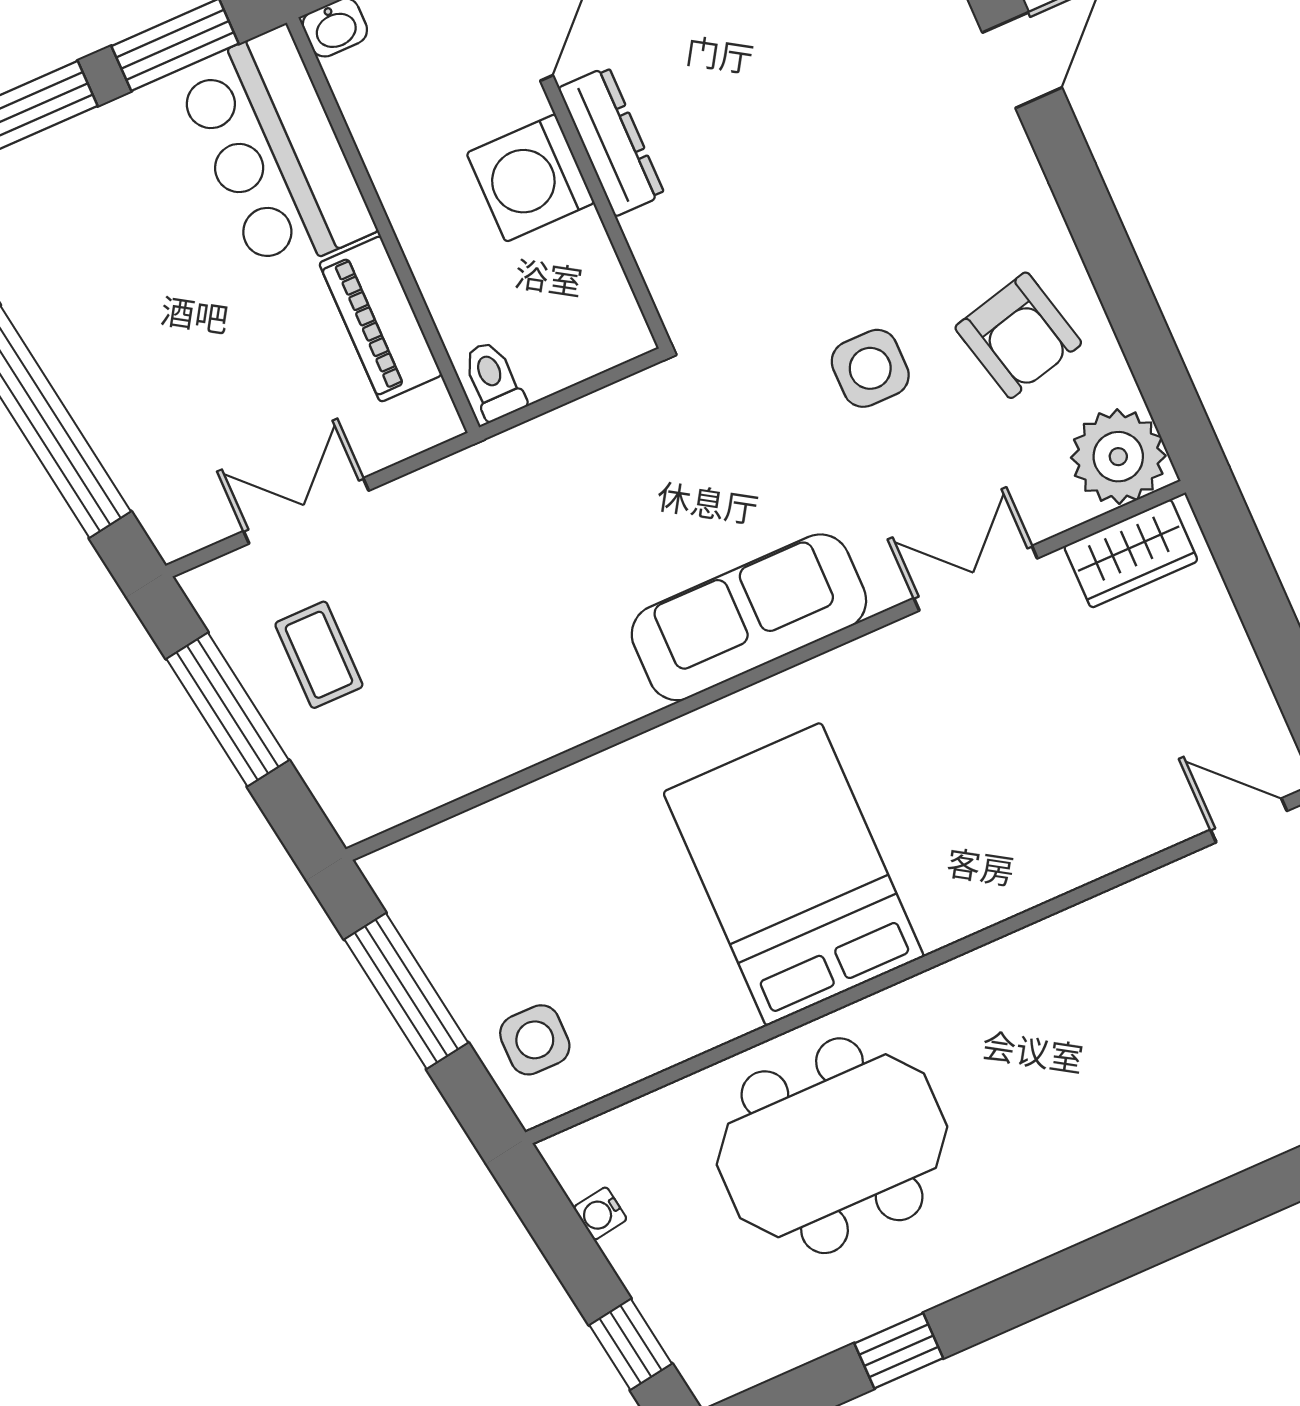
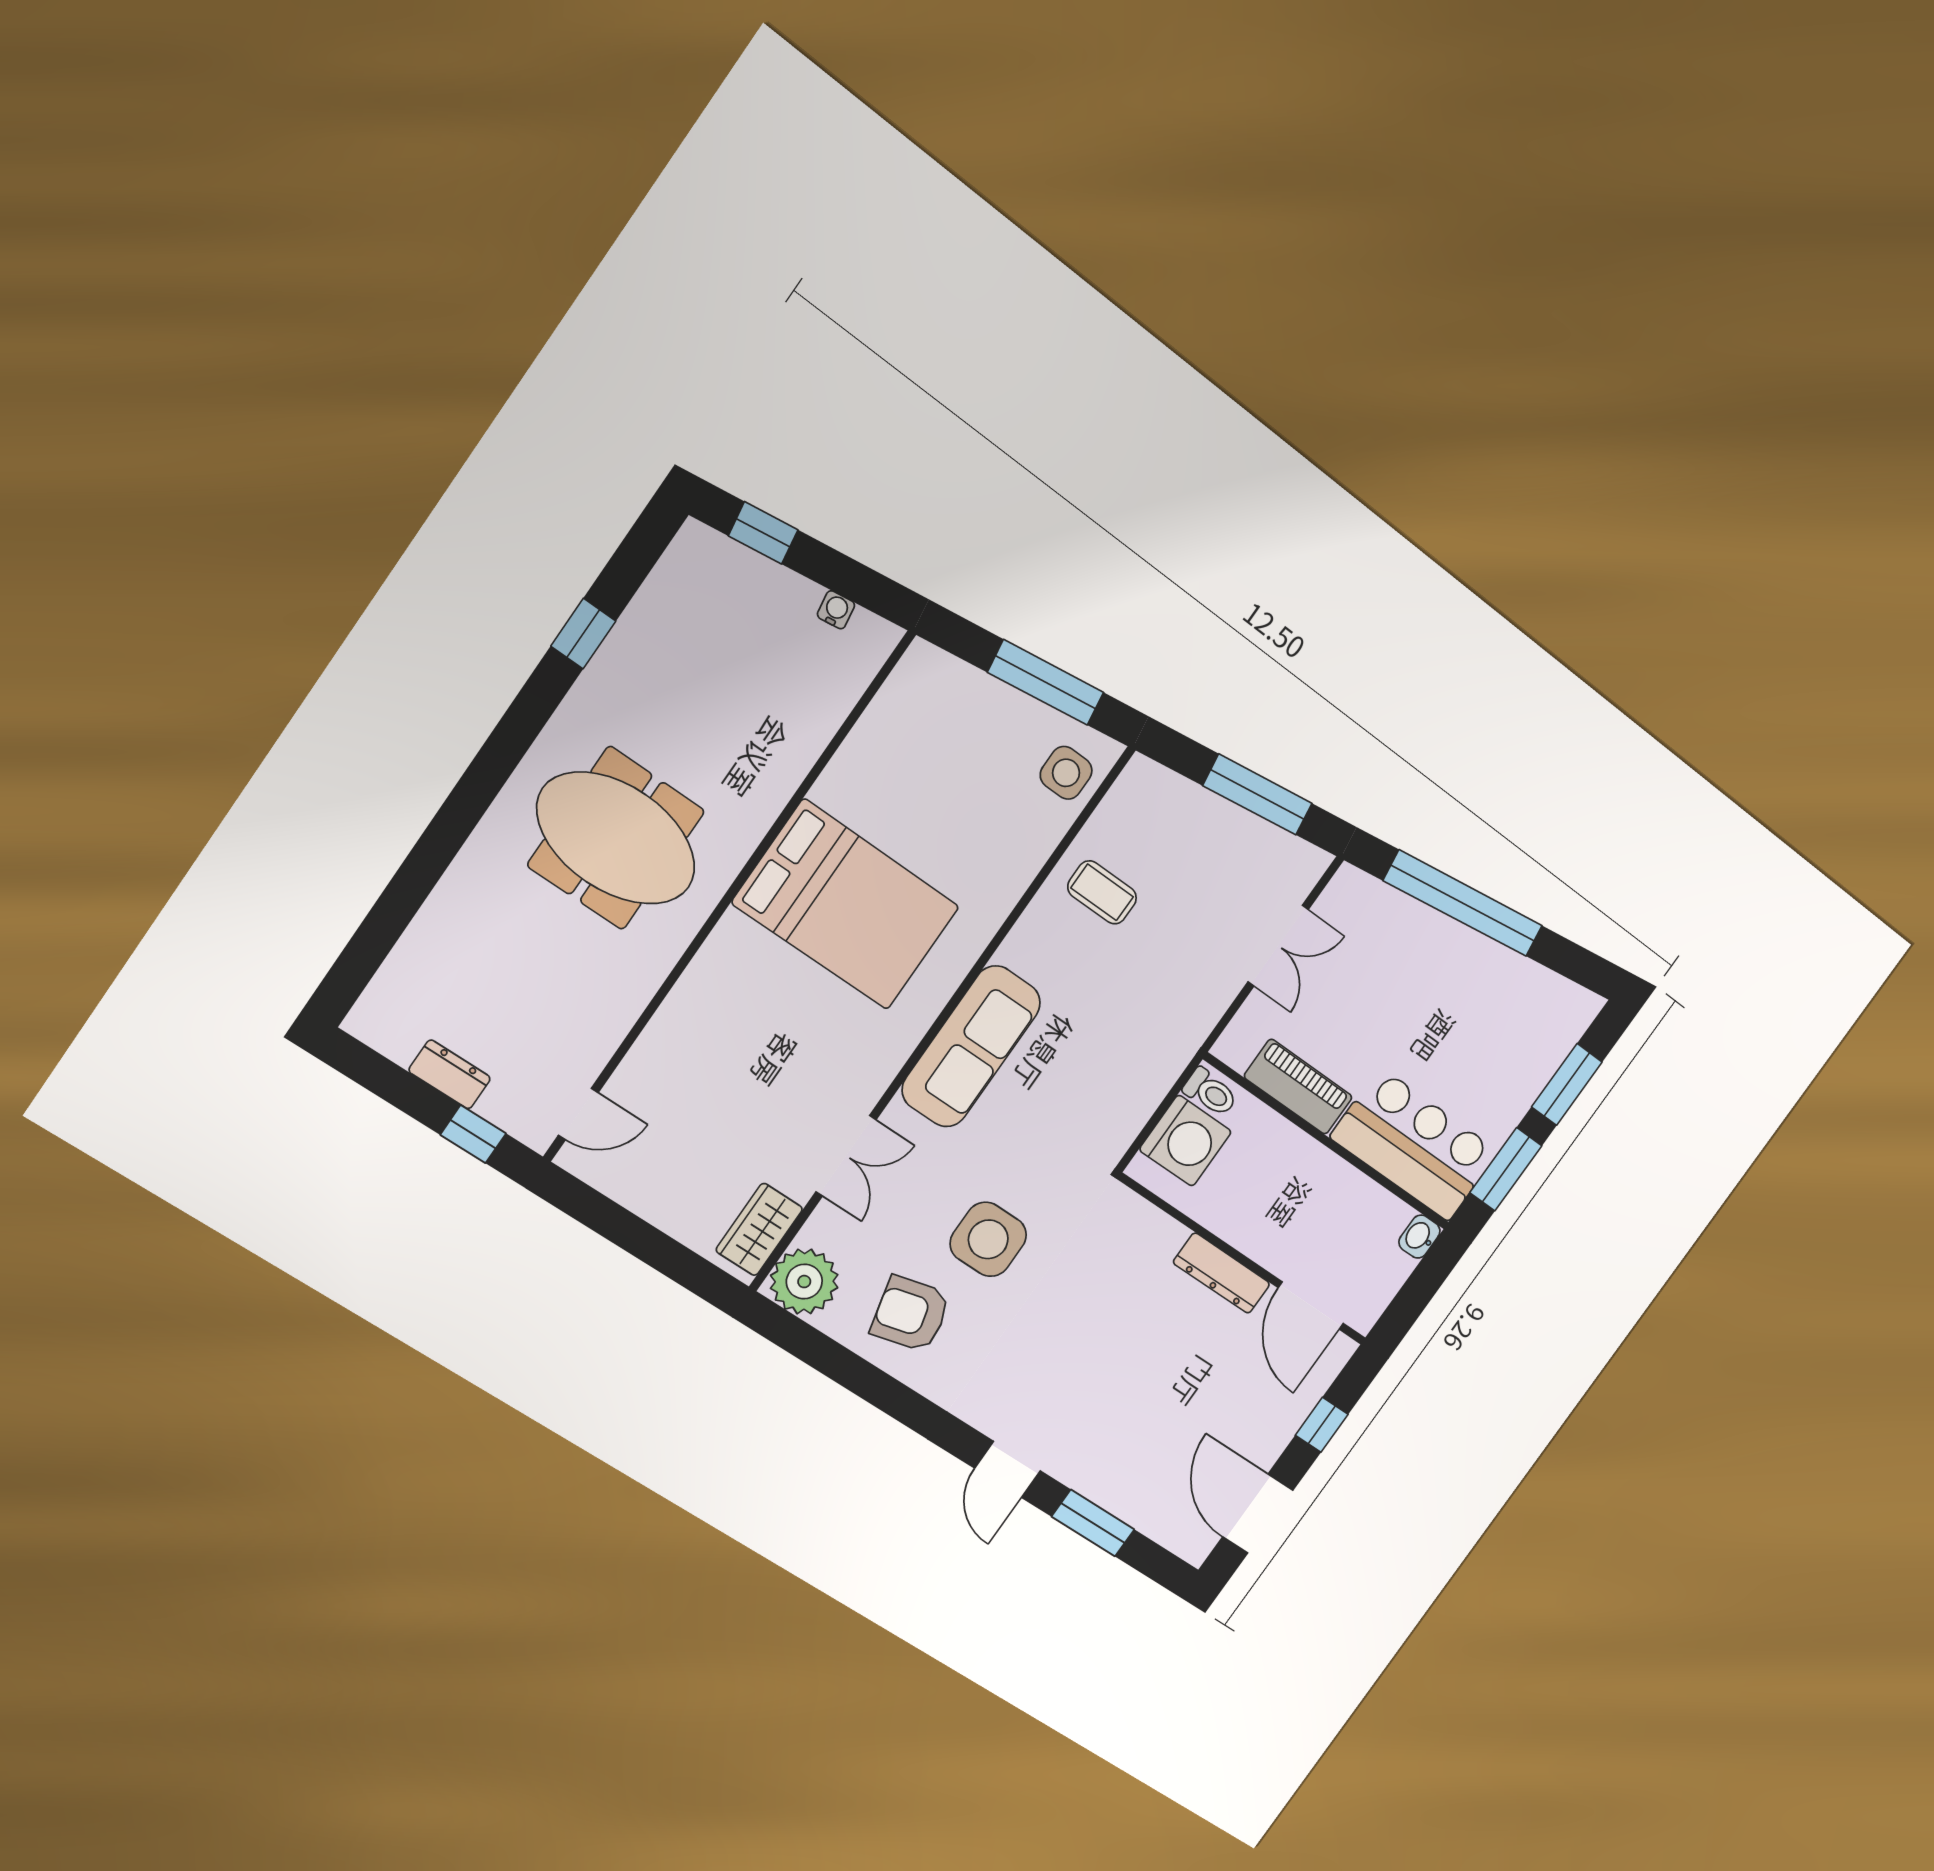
washing machine: (531, 178) -> (1185, 1141), moved, turned 90
side table: (870, 368) -> (988, 1239), width x1.37, depth x1.37
coffee table: (319, 655) -> (1102, 892), moved
side table: (535, 1040) -> (1066, 773), moved
meeting table: (832, 1146) -> (616, 838), moved, turned 90

